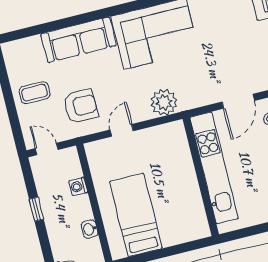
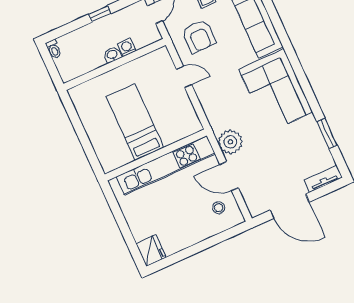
plant: (164, 102) -> (230, 142), moved
bed: (136, 215) -> (135, 122), moved, turned -90
washbasin: (90, 229) -> (112, 55), moved

